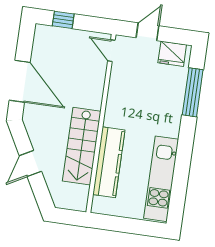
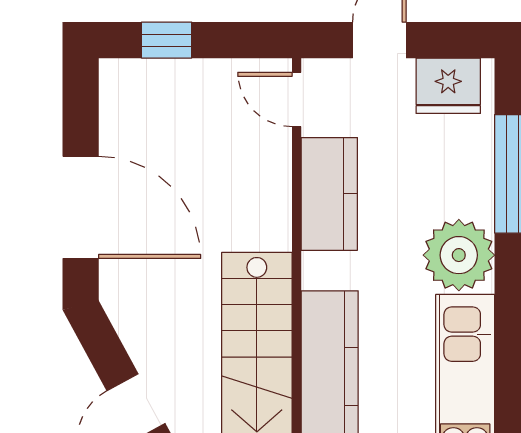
kitchen counter: (119, 90) -> (329, 194), added
plant: (167, 121) -> (459, 255), added

